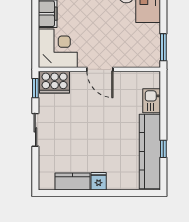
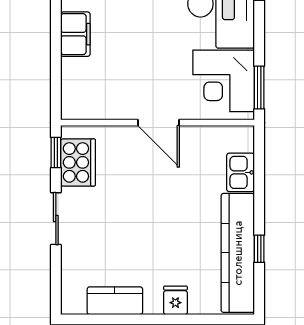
corner desk: (58, 48) -> (224, 81), moved, turned 180
cooker: (55, 82) -> (78, 162), moved, turned -90
fridge: (99, 181) -> (175, 300), moved

